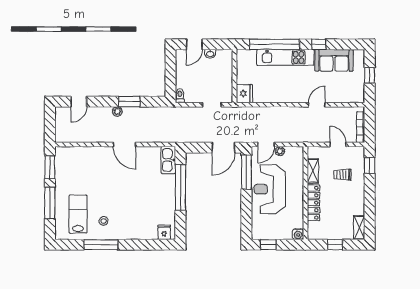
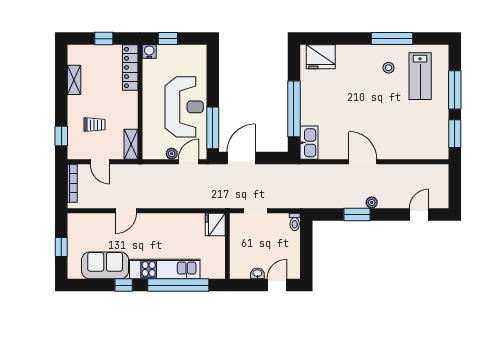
shelving: (313, 171) -> (131, 144), moved
locker: (313, 203) -> (130, 67), moved
shelving: (359, 228) -> (74, 80), moved
fridge: (164, 232) -> (321, 57), width x1.88, depth x1.34
window: (268, 245) -> (168, 39), moved

